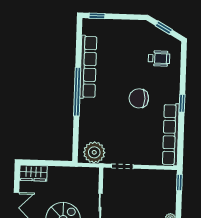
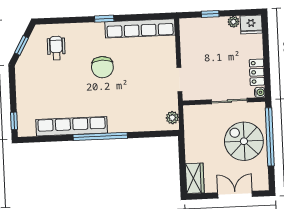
plant: (94, 152) -> (172, 118), width x0.53, depth x0.53
window: (179, 183) -> (210, 14), moved

